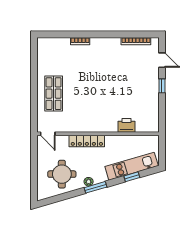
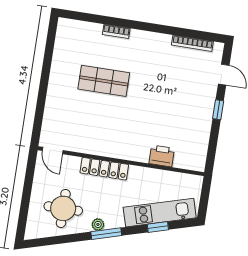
shop shelf: (54, 94) -> (104, 81), moved, turned 90

